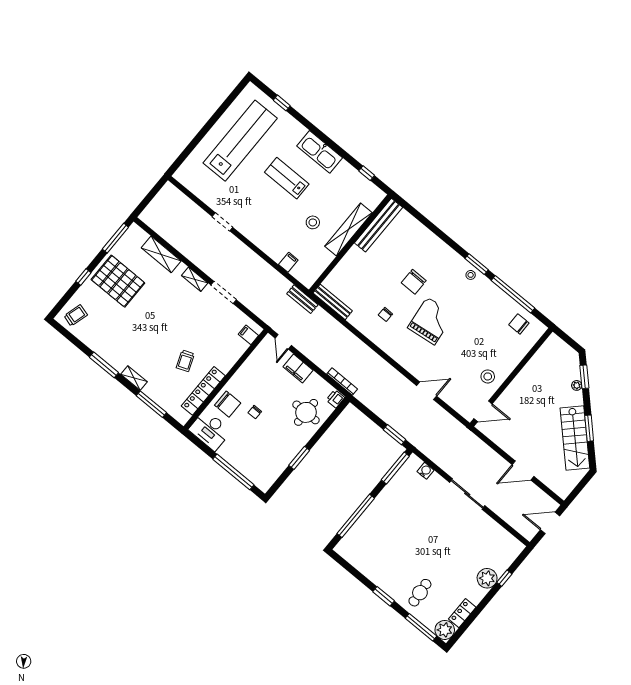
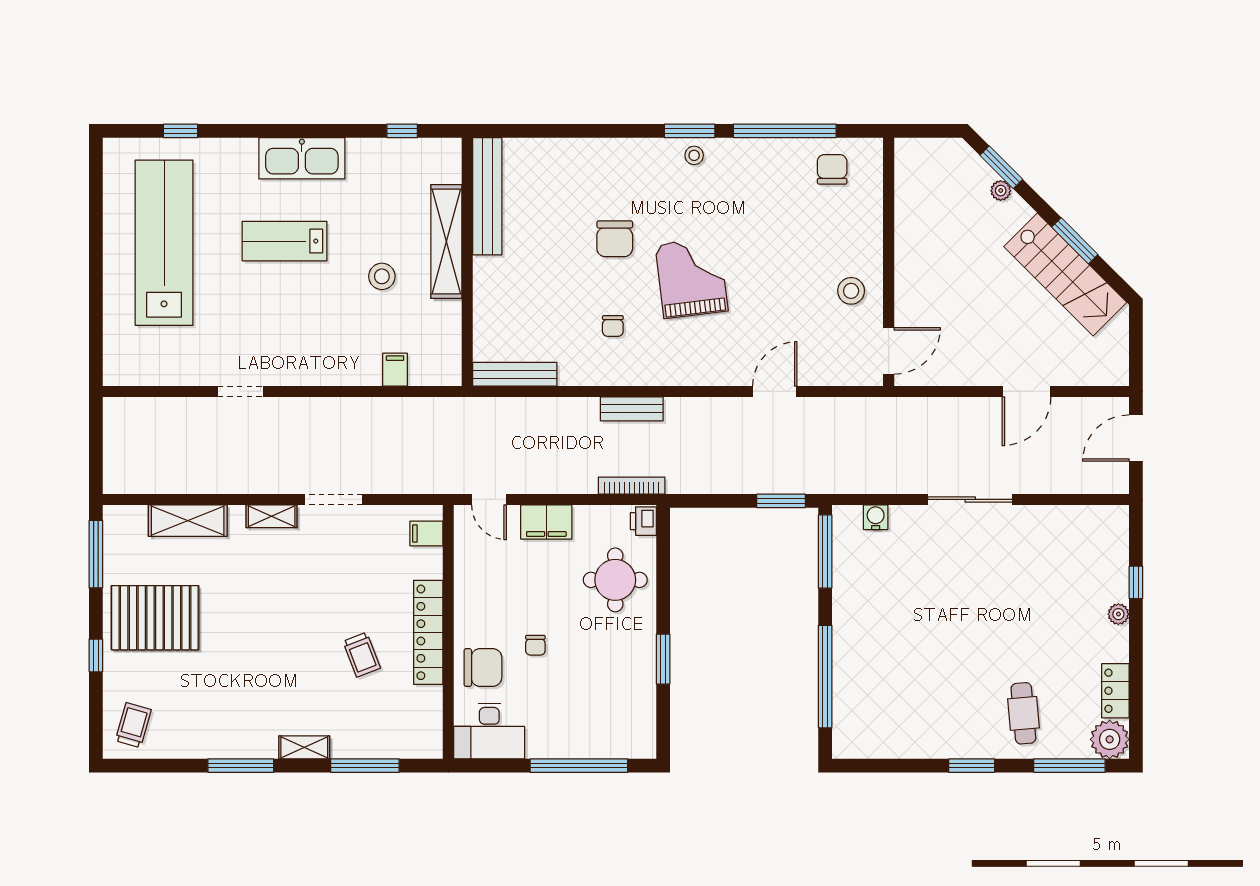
bench: (302, 299) -> (632, 409), moved
chair: (519, 324) -> (832, 169), turned 90
locker: (203, 391) -> (428, 632), moved
plant: (487, 578) -> (1118, 614), width x0.53, depth x0.53

